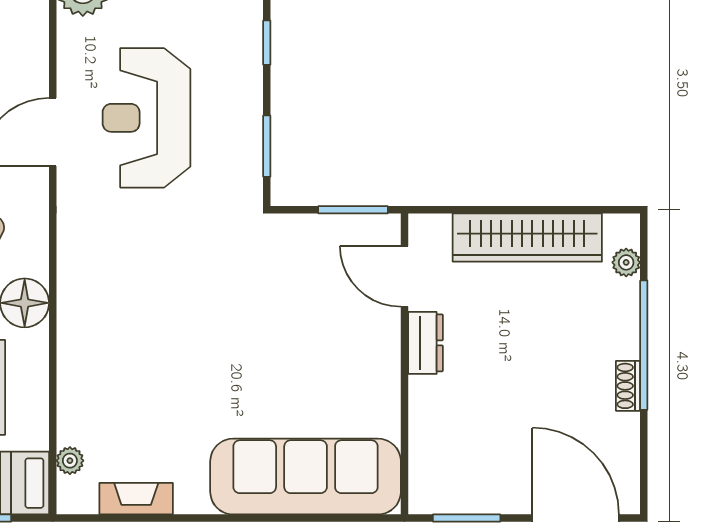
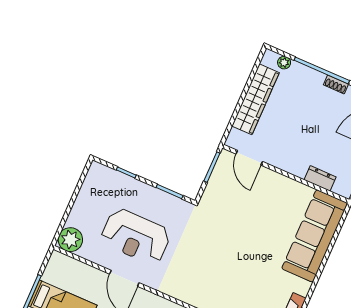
door: (404, 276) -> (249, 158), hinge flipped
dresser: (426, 343) -> (320, 178), moved

